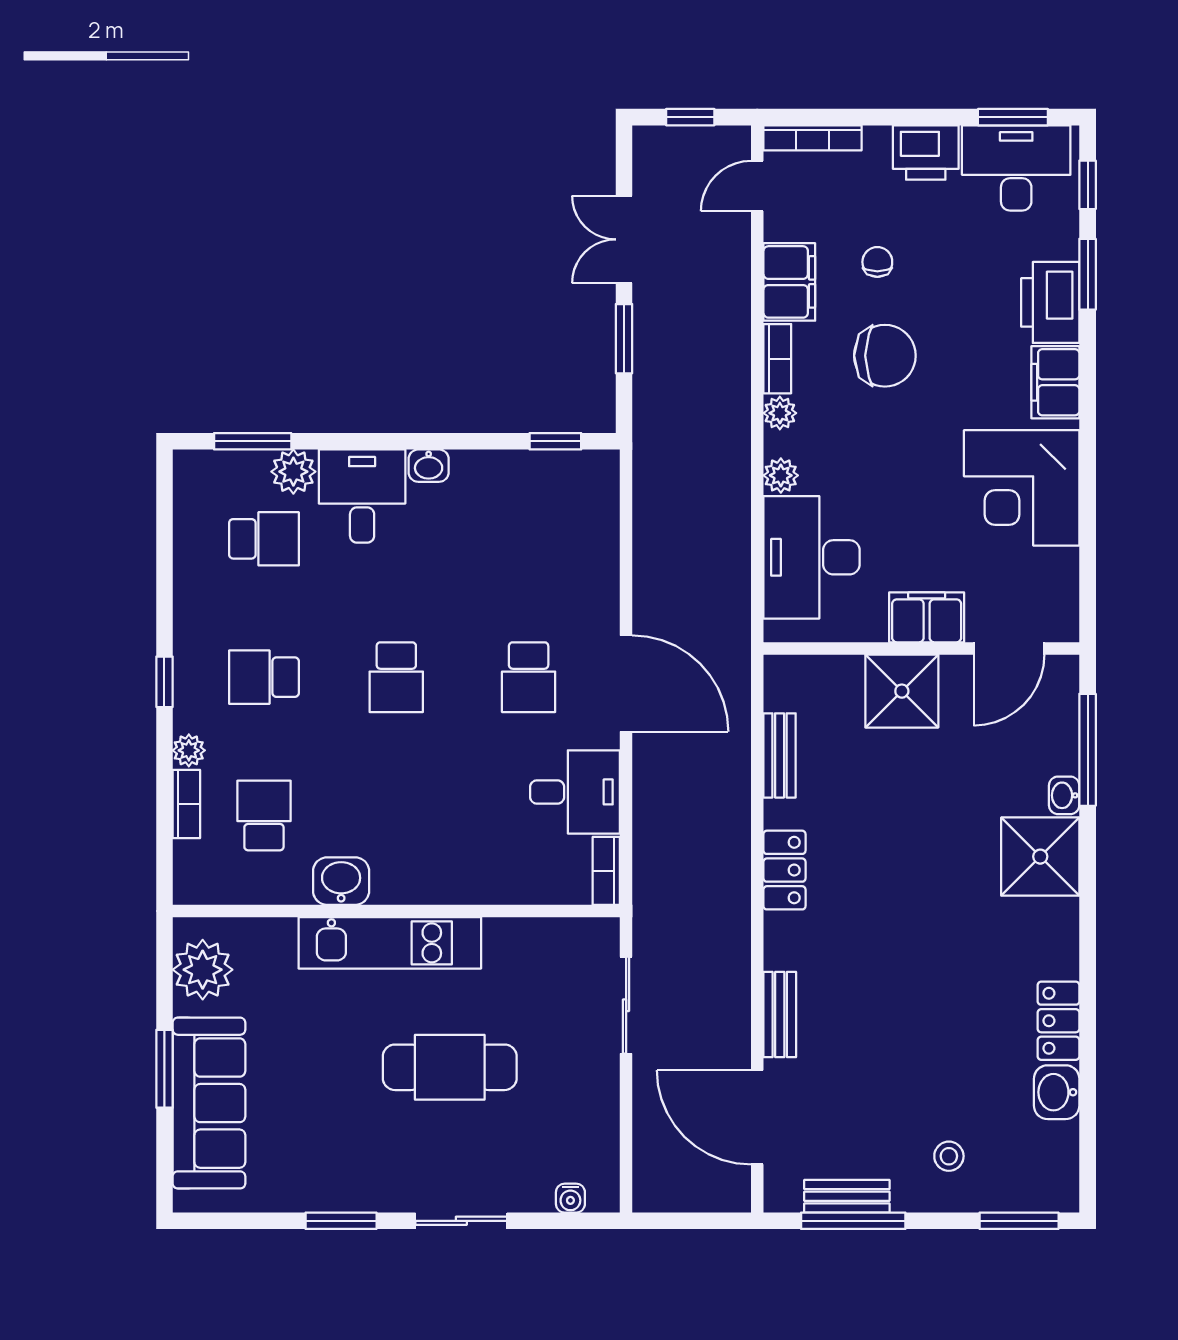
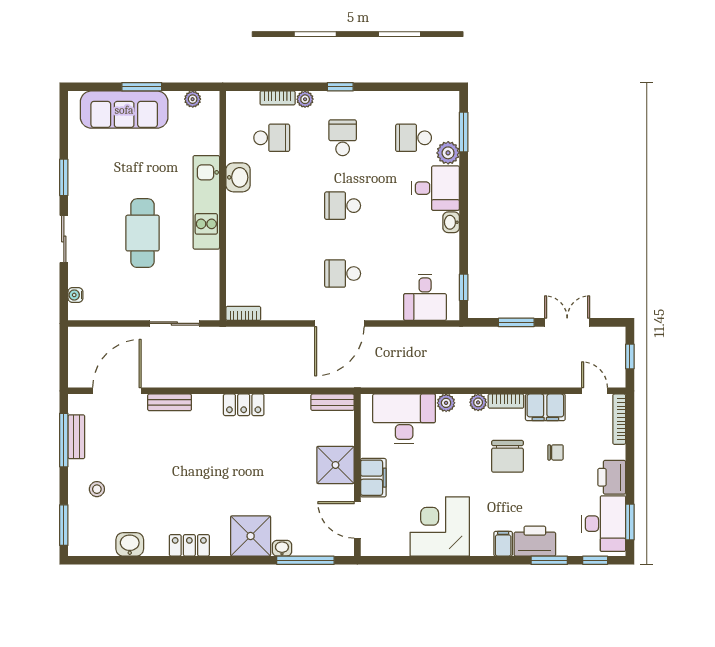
filing cabinet: (1055, 382) -> (503, 544), width x0.50
school desk: (264, 539) -> (414, 138), turned 90
bench: (780, 755) -> (333, 402), moved
desk: (575, 792) -> (425, 297), moved
plant: (203, 970) -> (193, 99), width x0.53, depth x0.53
locker: (1058, 1021) -> (189, 545), moved

